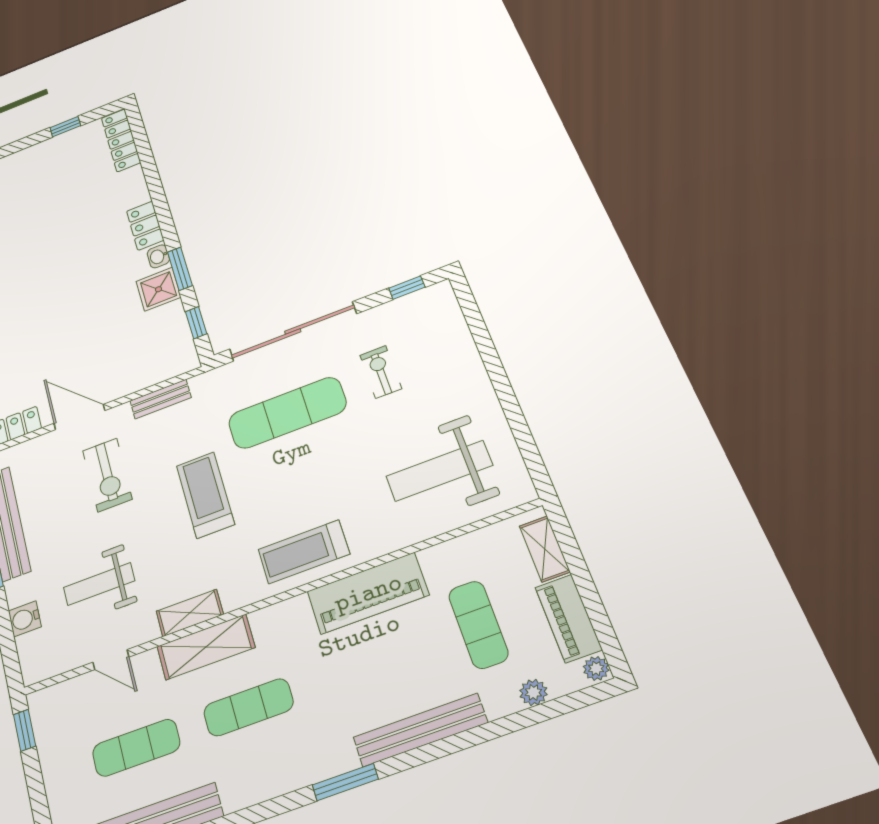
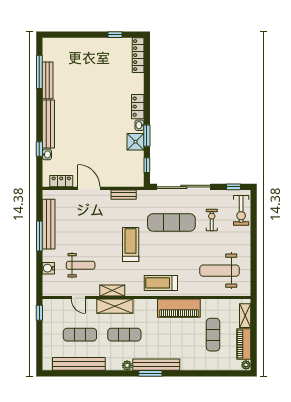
exercise bike: (107, 475) -> (241, 210), moved
weight bench: (99, 584) -> (81, 265), turned 180
plant: (533, 692) -> (127, 365), moved
bench: (420, 730) -> (156, 365), moved

